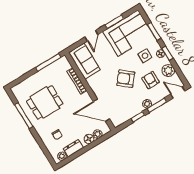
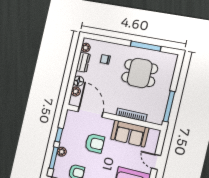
sofa: (84, 61) -> (130, 133), moved
armchair: (126, 79) -> (95, 143), moved, turned 50
dining table: (45, 102) -> (140, 73), turned 90
door: (101, 110) -> (91, 112), hinge flipped

